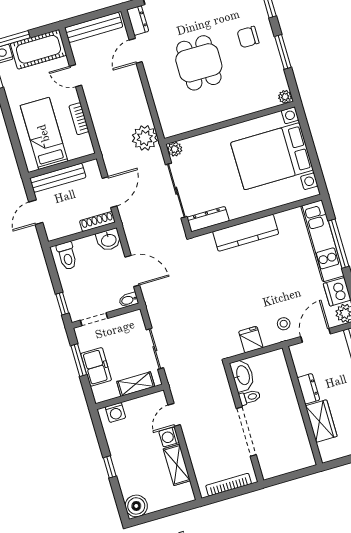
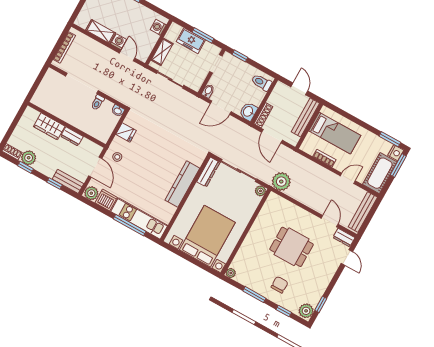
washbasin: (243, 375) -> (118, 111), width x0.52, depth x0.69

